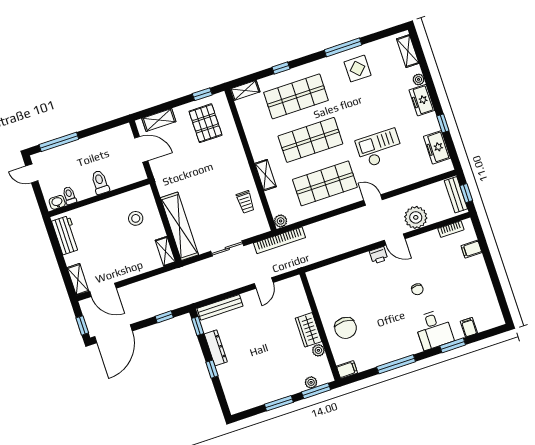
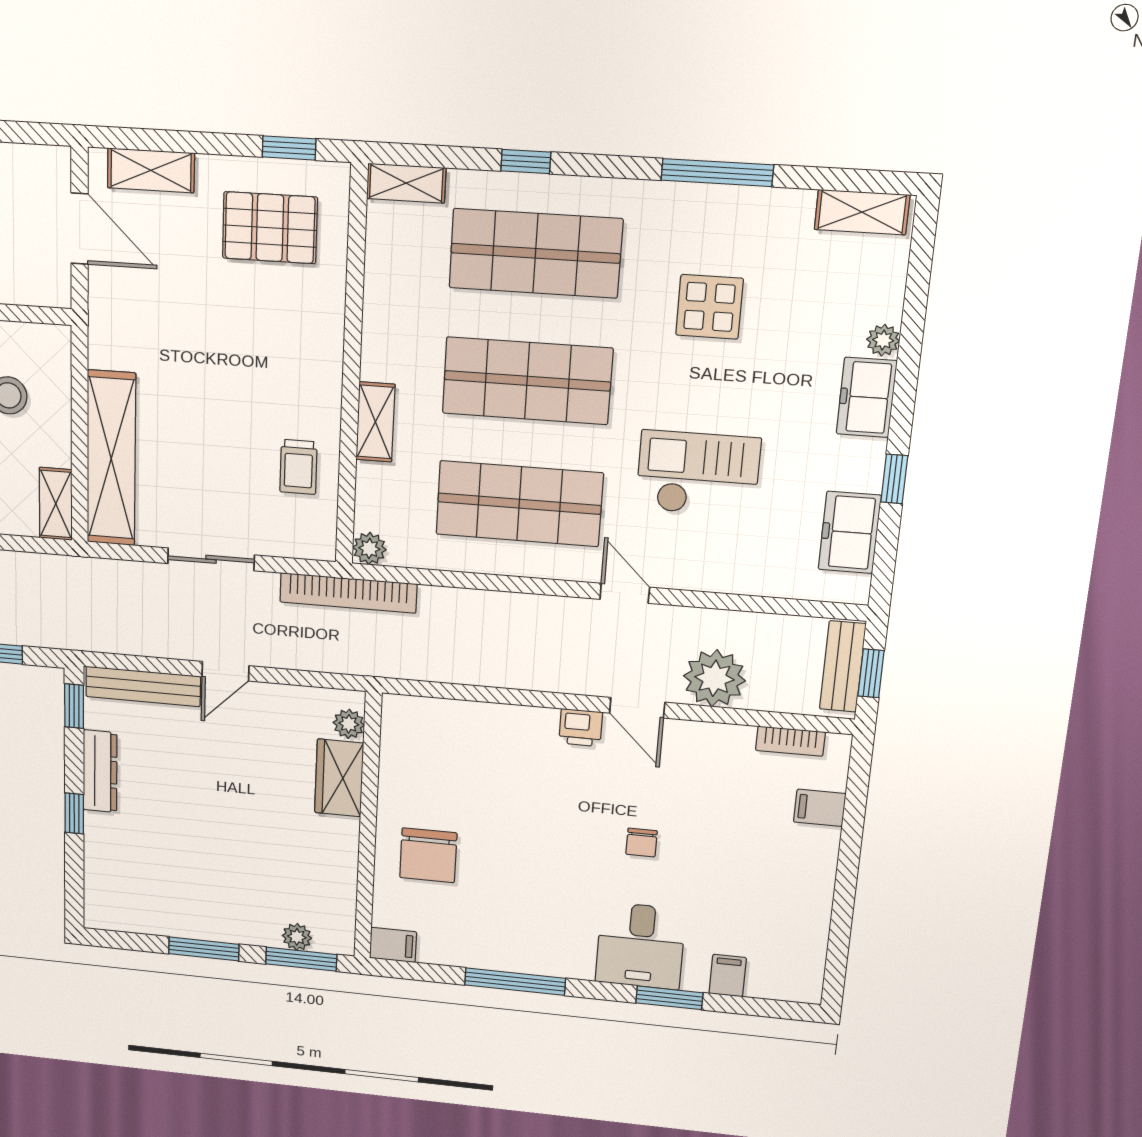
shelving: (408, 51) -> (862, 212), moved, turned 90
display table: (358, 69) -> (709, 307), moved
pallet: (205, 123) -> (270, 228), turned 90
door: (264, 283) -> (225, 671), moved
wardrobe: (309, 330) -> (339, 778), moved
plant: (318, 350) -> (349, 724), moved

